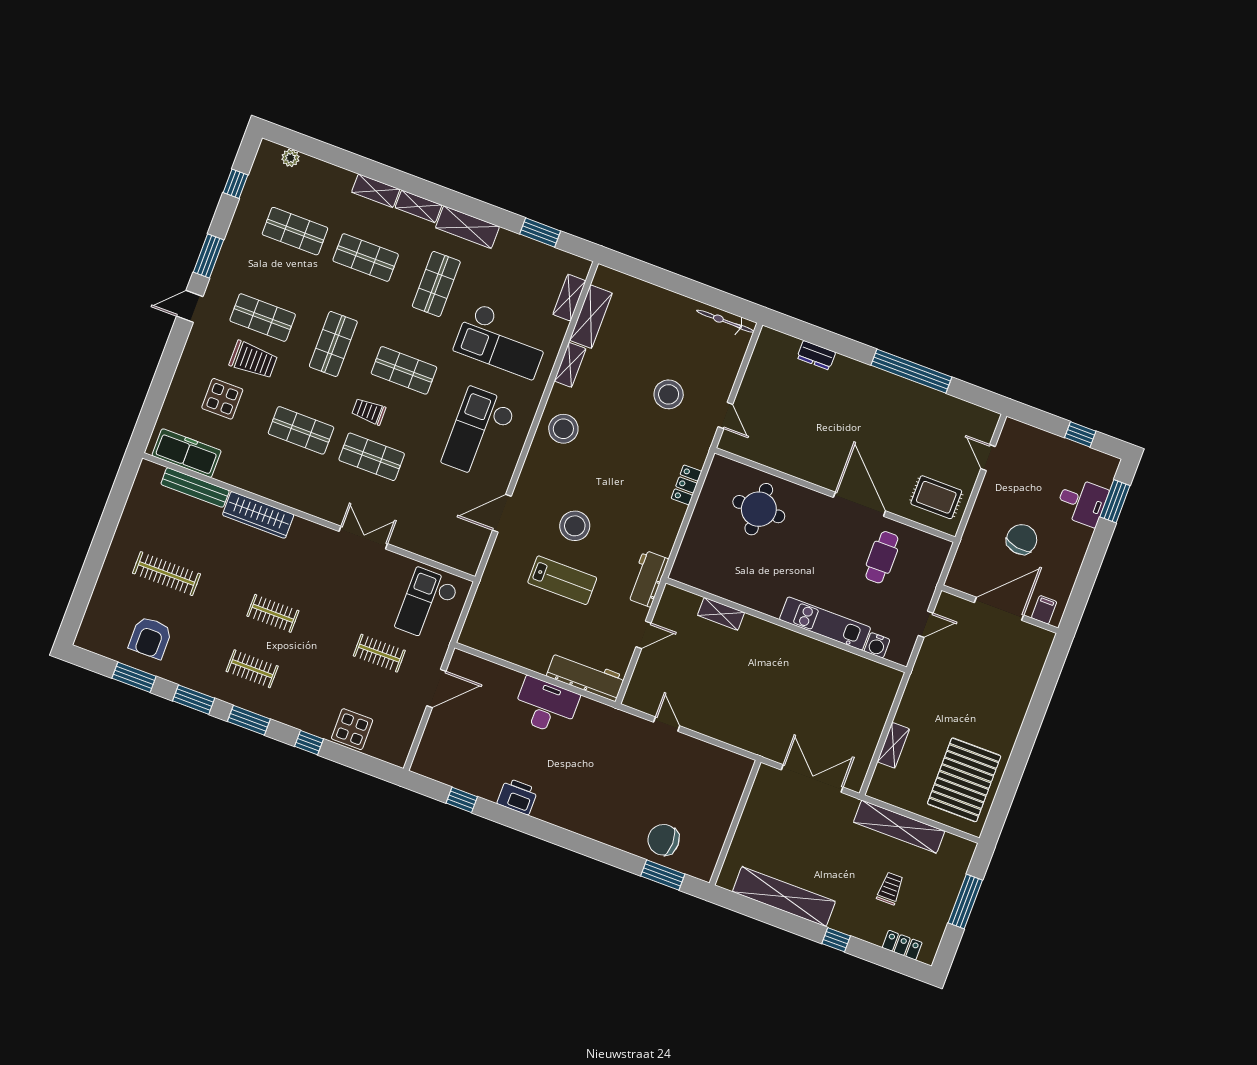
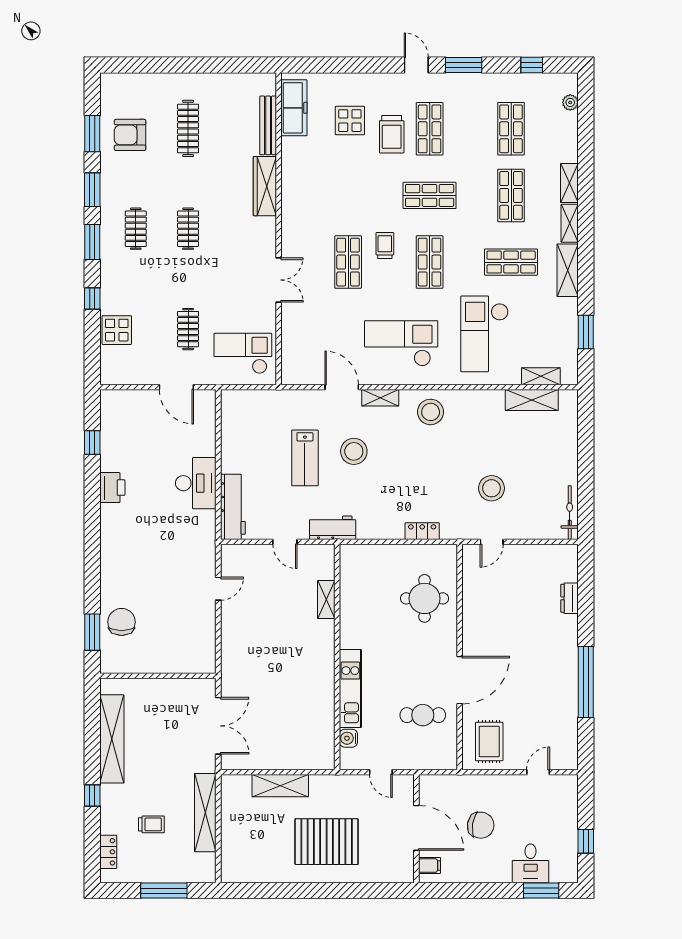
shelving: (570, 365) -> (380, 398), moved
shop shelf: (301, 430) -> (348, 195), removed
shelving: (893, 745) -> (280, 786), width x1.50, depth x1.33
pallet: (964, 780) -> (327, 842), moved

